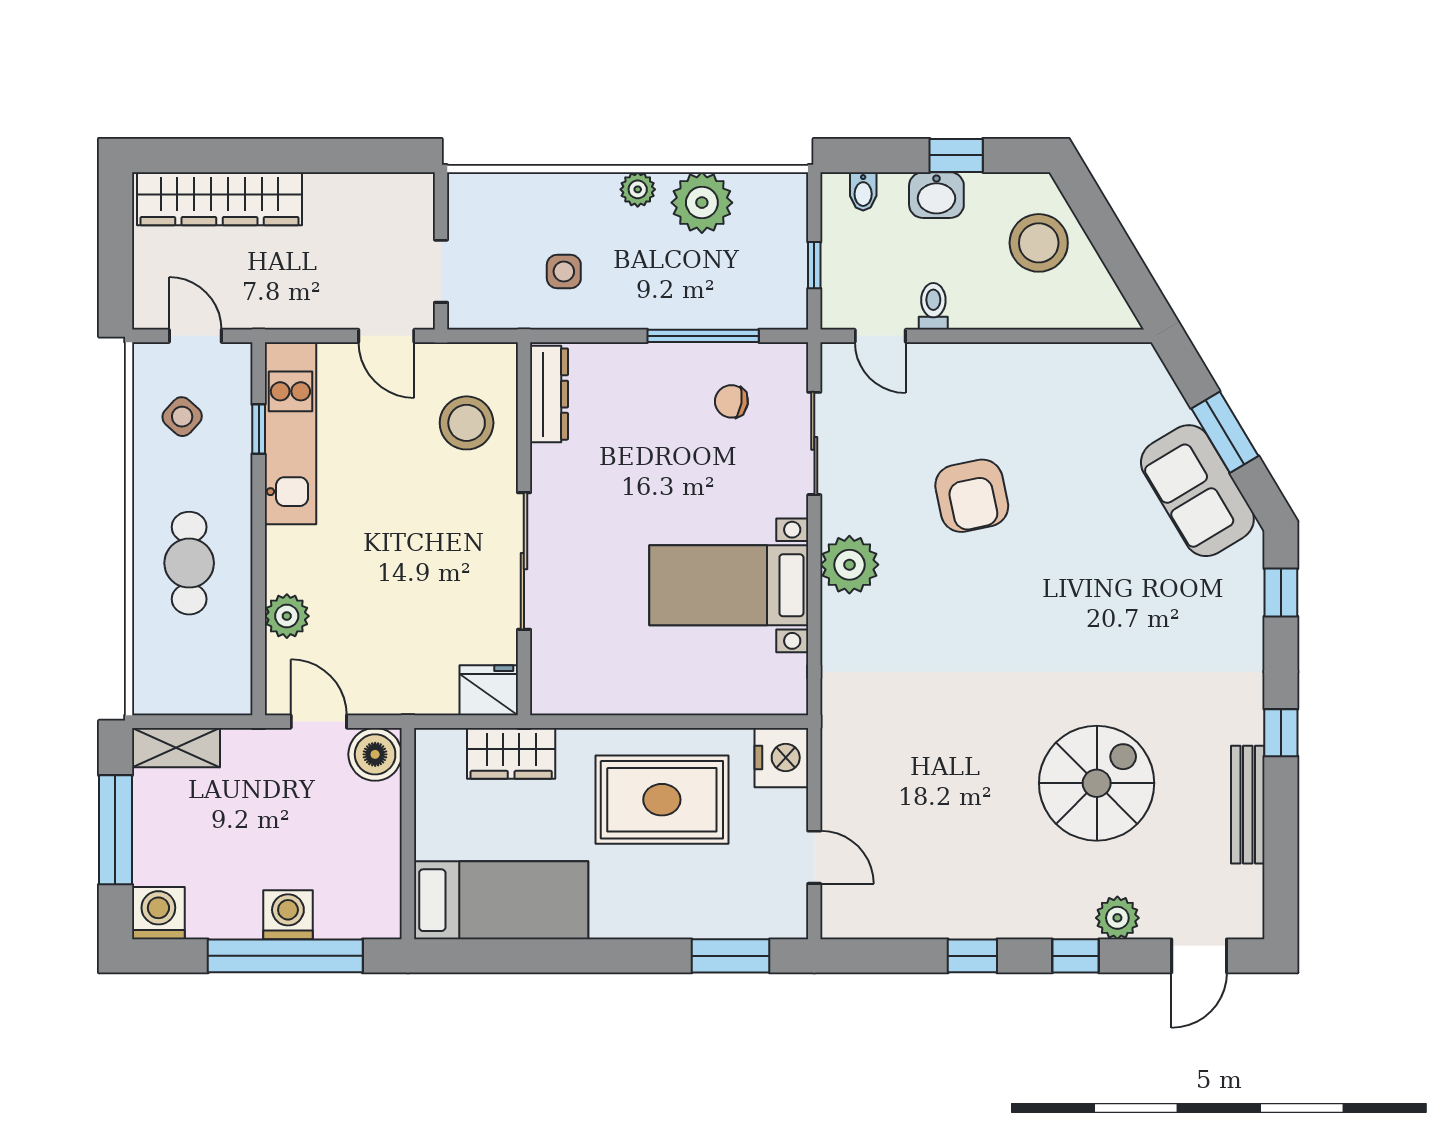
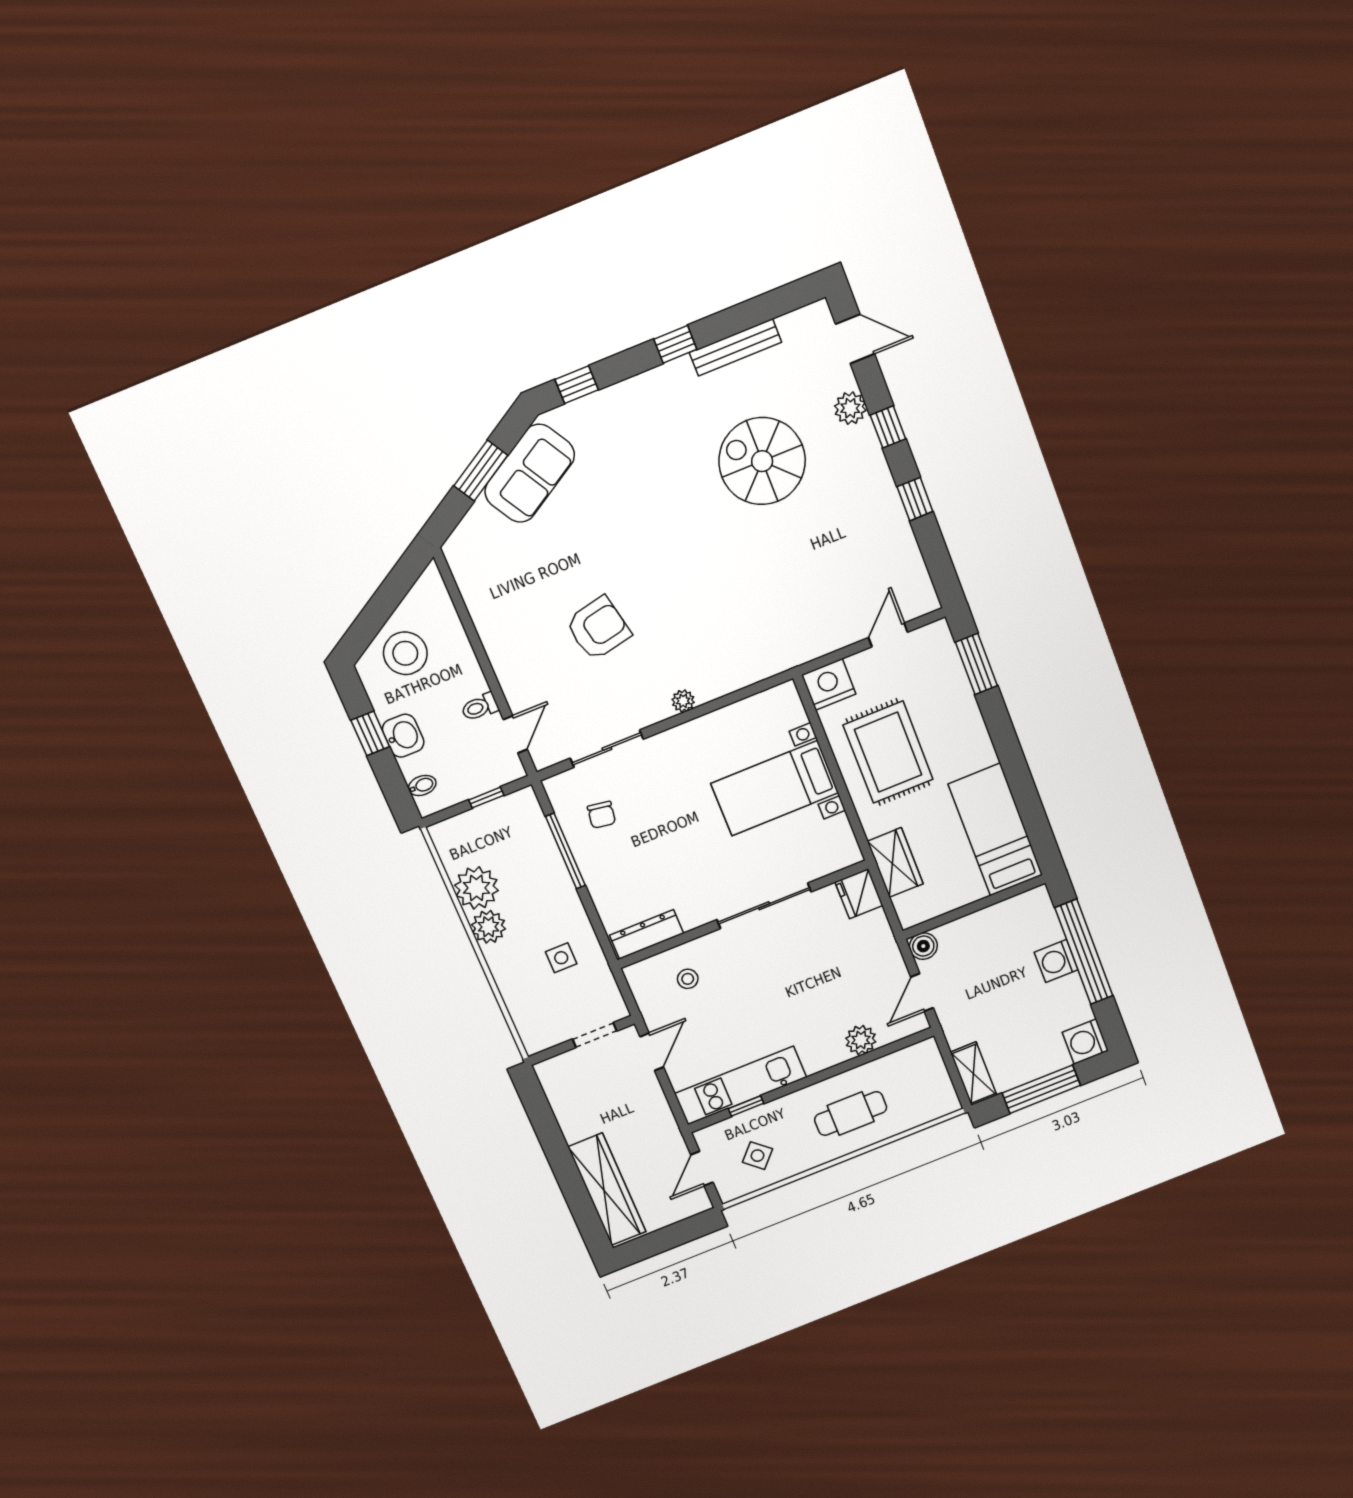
plant: (638, 189) -> (488, 927), width x1.38, depth x1.38
stool: (467, 423) -> (688, 979), width x0.53, depth x0.53
plant: (849, 565) -> (683, 701), width x0.53, depth x0.53
bed with nightstands: (729, 585) -> (775, 788), moved, turned 90
boiler: (375, 754) -> (923, 946), width x0.73, depth x0.73

